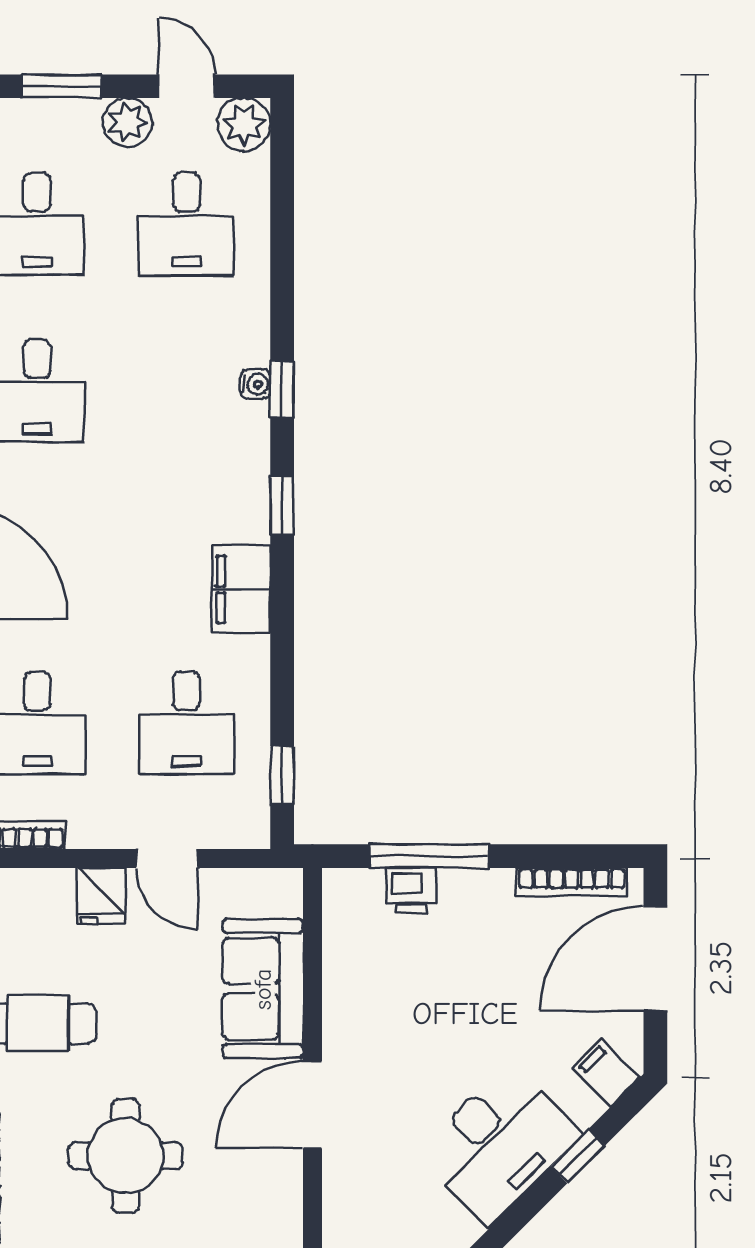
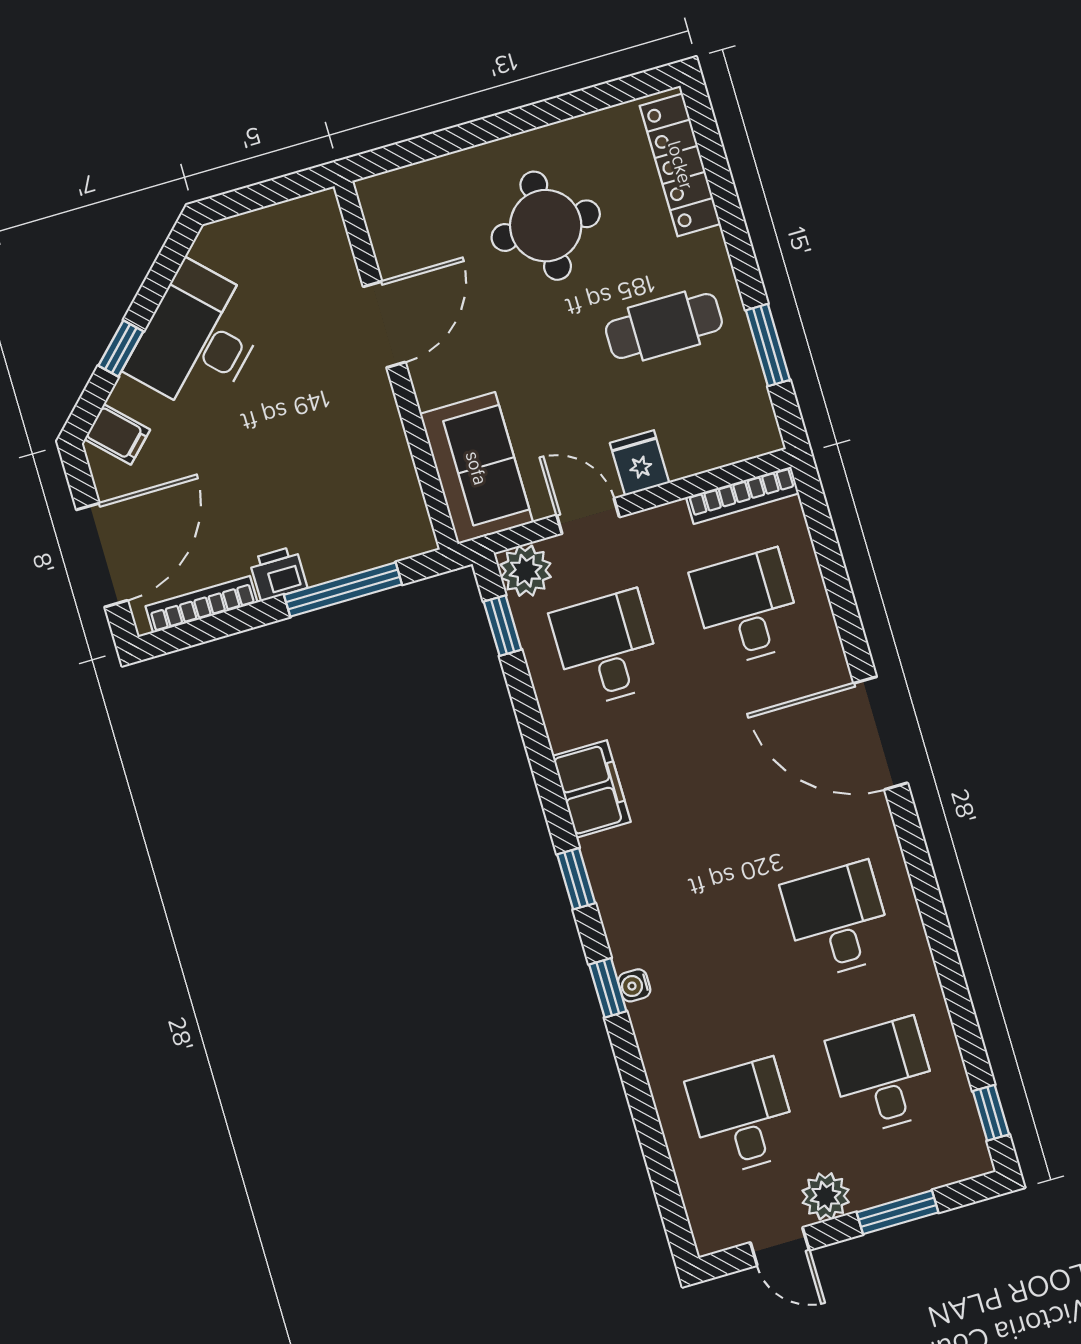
plant: (244, 124) -> (526, 571), moved
printer: (411, 890) -> (278, 573), moved
sofa: (263, 989) -> (476, 468), moved

